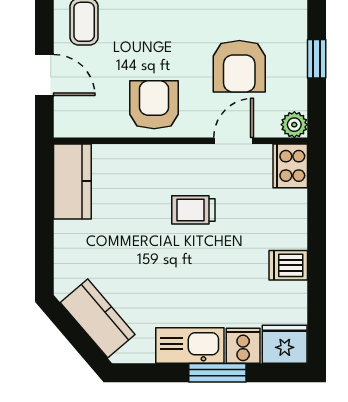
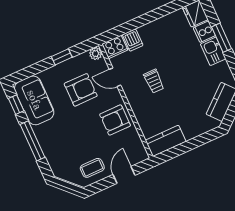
dishwasher: (288, 265) -> (133, 40), moved
kitchen sink: (190, 346) -> (213, 51), width x0.73

